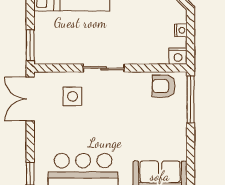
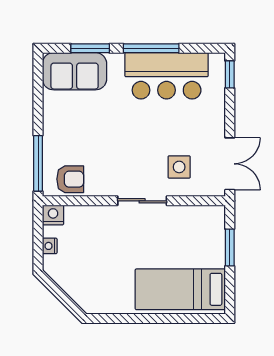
window: (30, 45) -> (230, 247), moved

